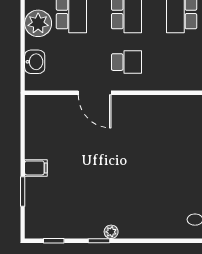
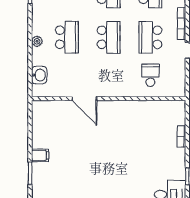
plant: (38, 23) -> (37, 41), width x0.53, depth x0.53
school desk: (127, 62) -> (150, 75), moved, turned -90

